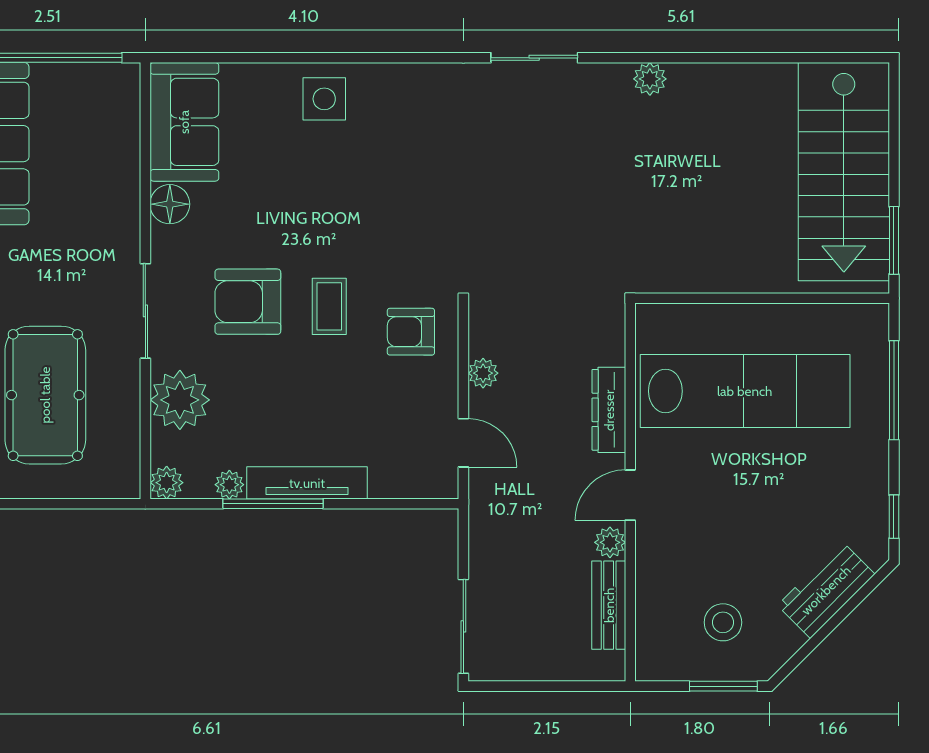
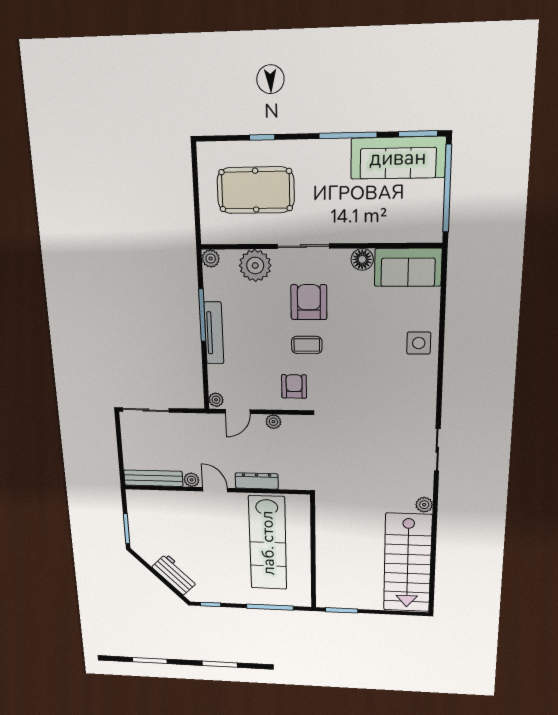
stairs: (844, 172) -> (408, 563), moved, turned -90
plant: (229, 485) -> (216, 400), moved
bench: (609, 605) -> (153, 478), width x1.36
stool: (723, 622) -> (156, 529), removed

